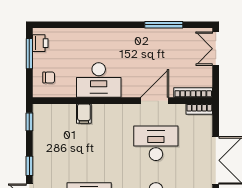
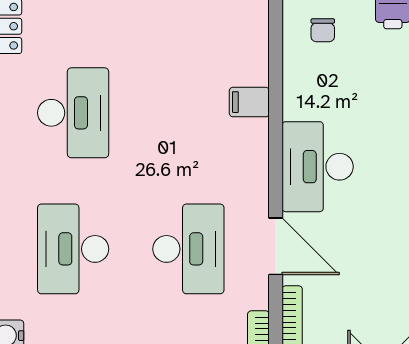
desk: (99, 80) -> (318, 167), moved

